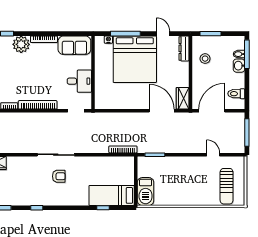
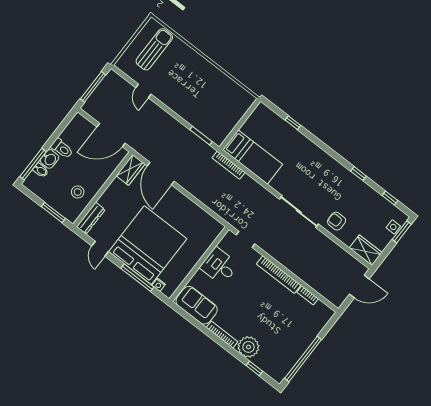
toilet: (236, 94) -> (62, 148), moved
armchair: (59, 176) -> (337, 221), moved
barbecue: (146, 192) -> (238, 106), removed
bed: (112, 195) -> (253, 157), moved

